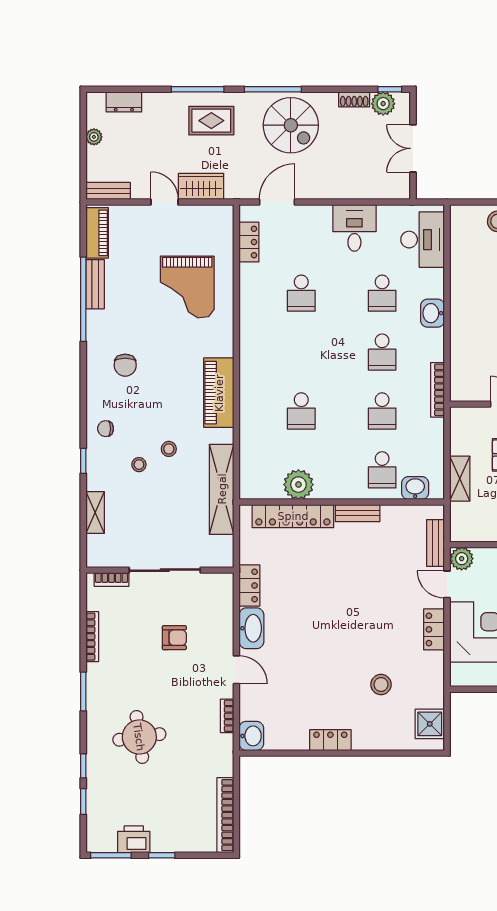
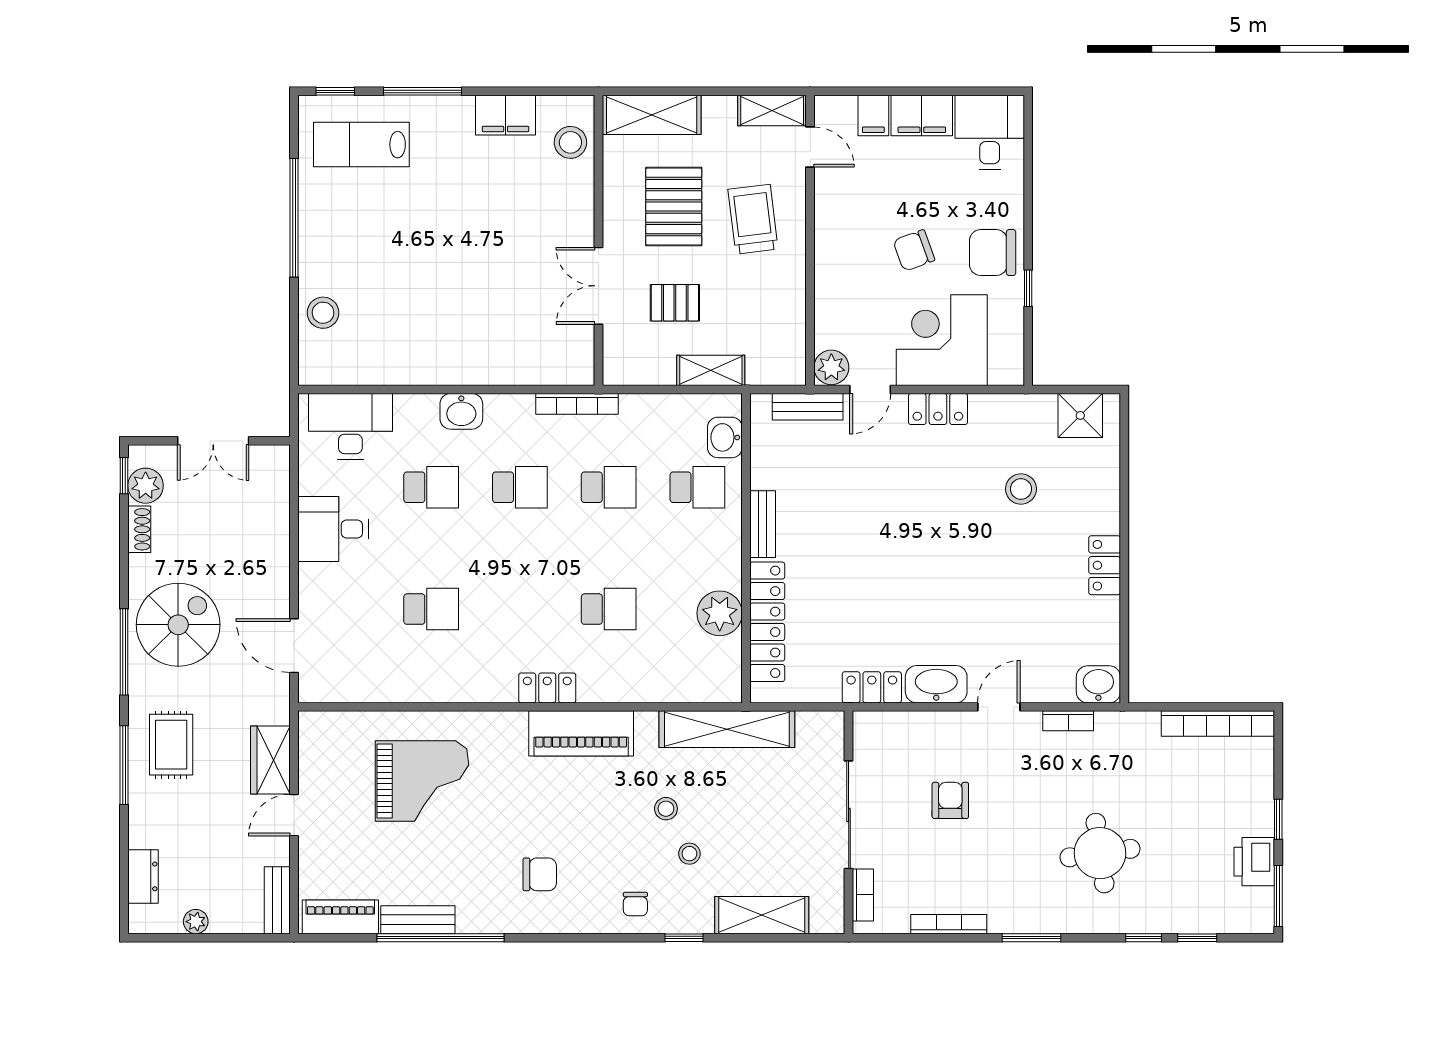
locker: (249, 242) -> (547, 688), moved
shelving: (95, 513) -> (762, 915), width x1.50, depth x1.33

